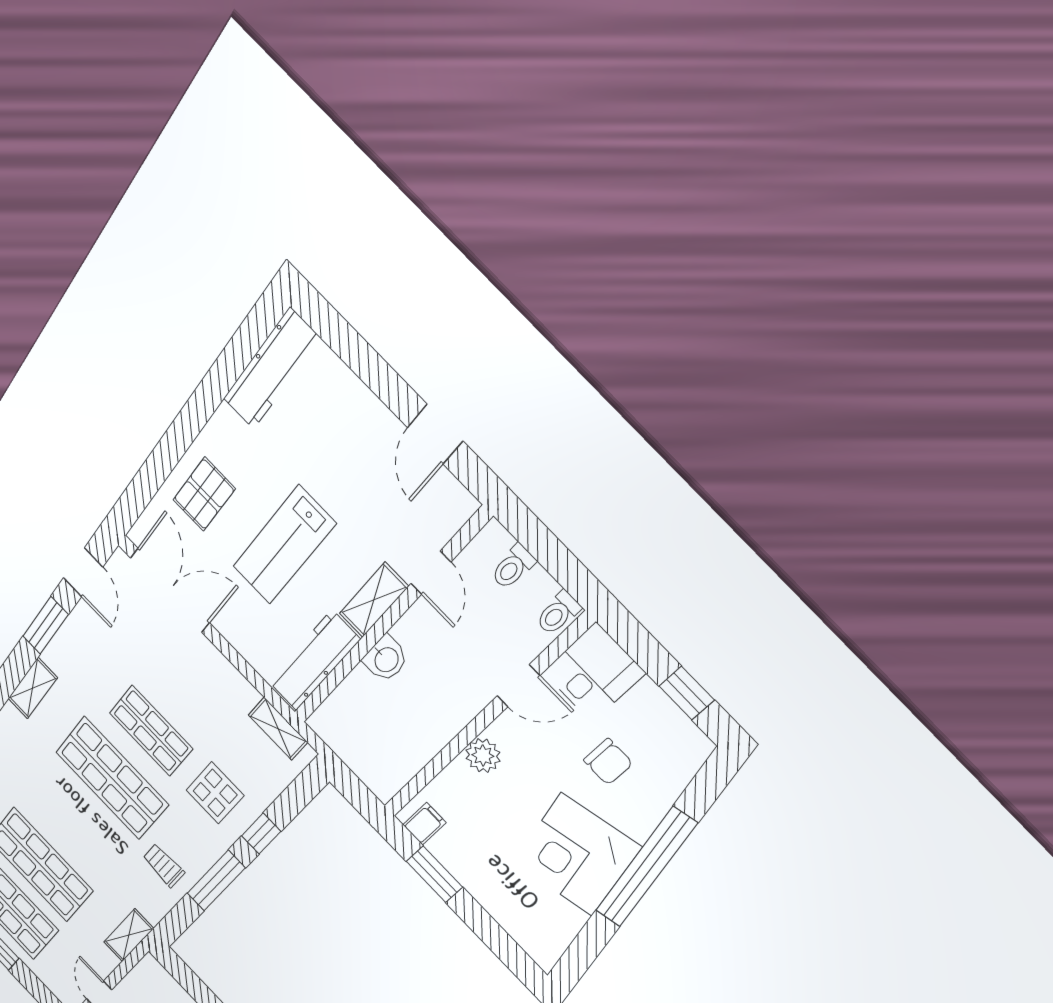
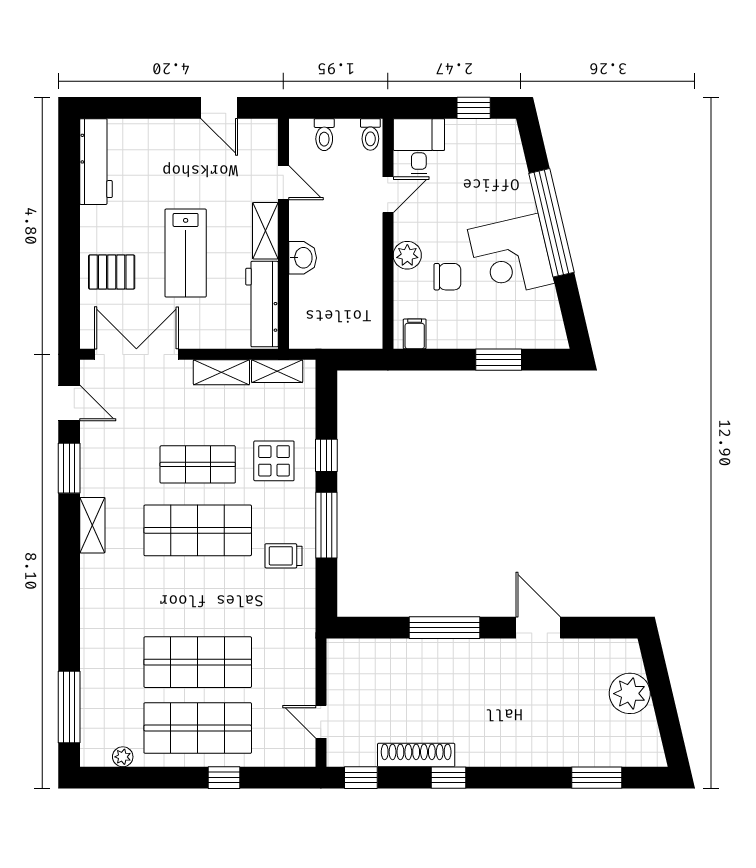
pallet: (204, 494) -> (112, 272), turned 90
chair: (608, 762) -> (447, 277), moved
window: (434, 874) -> (499, 360), moved
shelving: (129, 935) -> (221, 372), moved, turned 90

